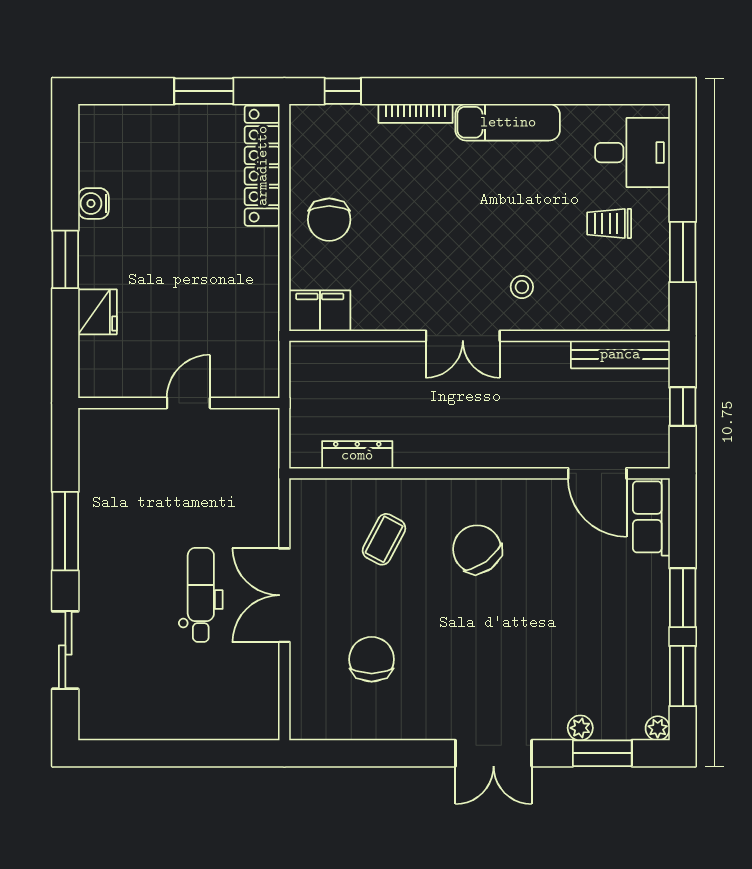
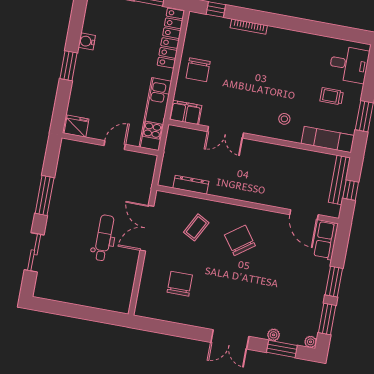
exam couch: (508, 122) -> (328, 140), moved, turned 180
fridge: (97, 312) -> (76, 126), moved, turned -90
kitchen unit: (259, 325) -> (155, 114), added
double door: (463, 336) -> (226, 132), moved
bench: (620, 354) -> (339, 180), moved, turned 90
double door: (284, 595) -> (147, 228), moved

